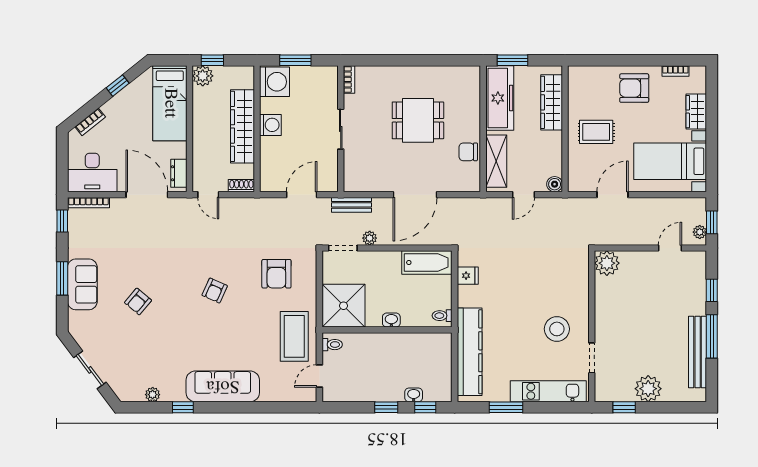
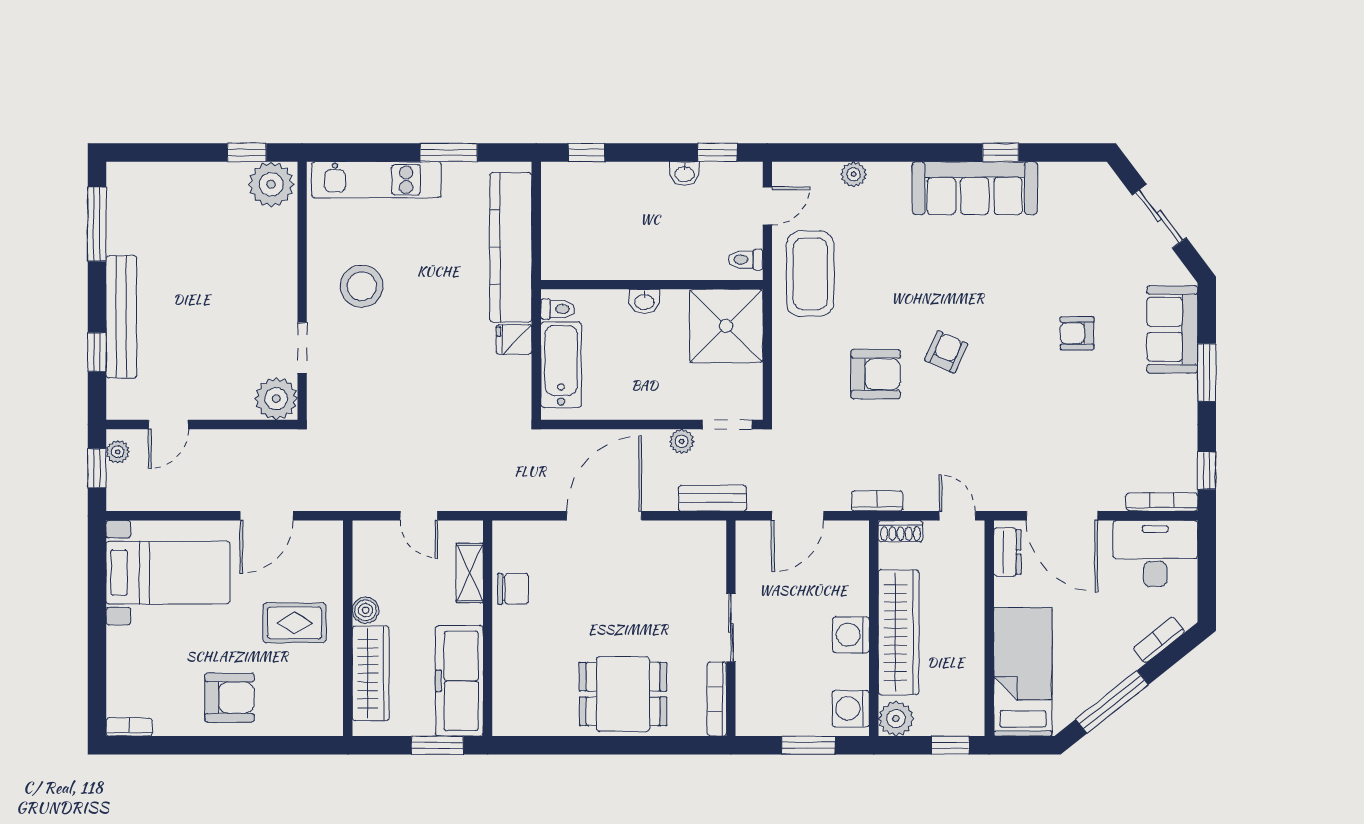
bookcase: (675, 71) -> (129, 727), moved
plant: (203, 76) -> (896, 719), moved
bookcase: (349, 79) -> (717, 699), width x1.56
washing machine: (275, 82) -> (851, 709), width x0.73, depth x0.73
window: (118, 86) -> (1112, 702), width x2.17
wardrobe: (696, 112) -> (124, 658), removed
dining table: (418, 120) -> (623, 694), moved
shelving: (496, 161) -> (470, 573), width x0.67, depth x0.75
boiler: (555, 184) -> (366, 610), moved
door: (523, 195) -> (419, 516), swing flipped
bookcase: (255, 203) -> (877, 501), added
bathtub: (427, 263) -> (561, 365), moved, turned 90
armchair: (276, 274) -> (876, 374), moved, turned 90
fridge: (468, 276) -> (514, 339), moved
sofa: (82, 284) -> (1172, 329), moved
armchair: (138, 301) -> (1077, 333), turned -130
window: (712, 336) -> (97, 224), moved
bench: (698, 352) -> (121, 317), moved
doorway: (592, 358) -> (302, 348), moved
sofa: (223, 386) -> (975, 188), moved
plant: (648, 389) -> (271, 184), moved
plant: (153, 395) -> (854, 174), moved
washbasin: (414, 395) -> (685, 174), moved
window: (386, 407) -> (717, 152), moved

